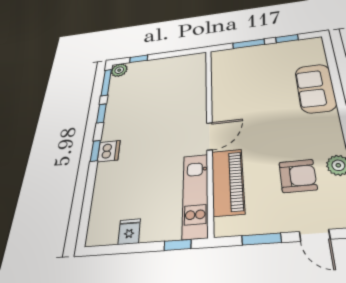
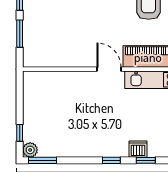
window: (101, 113) -> (146, 160), moved
dishwasher: (109, 151) -> (138, 149), moved

